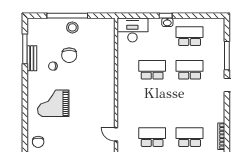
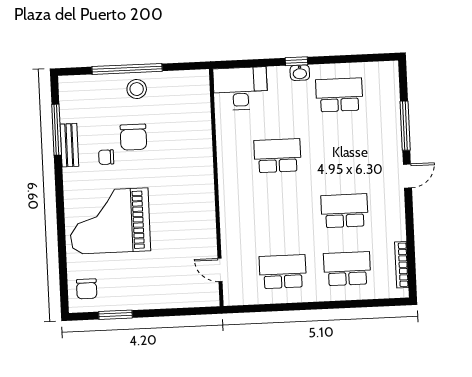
school desk: (190, 70) -> (344, 211), moved
grand piano: (53, 103) -> (110, 221), width x1.37, depth x1.48

